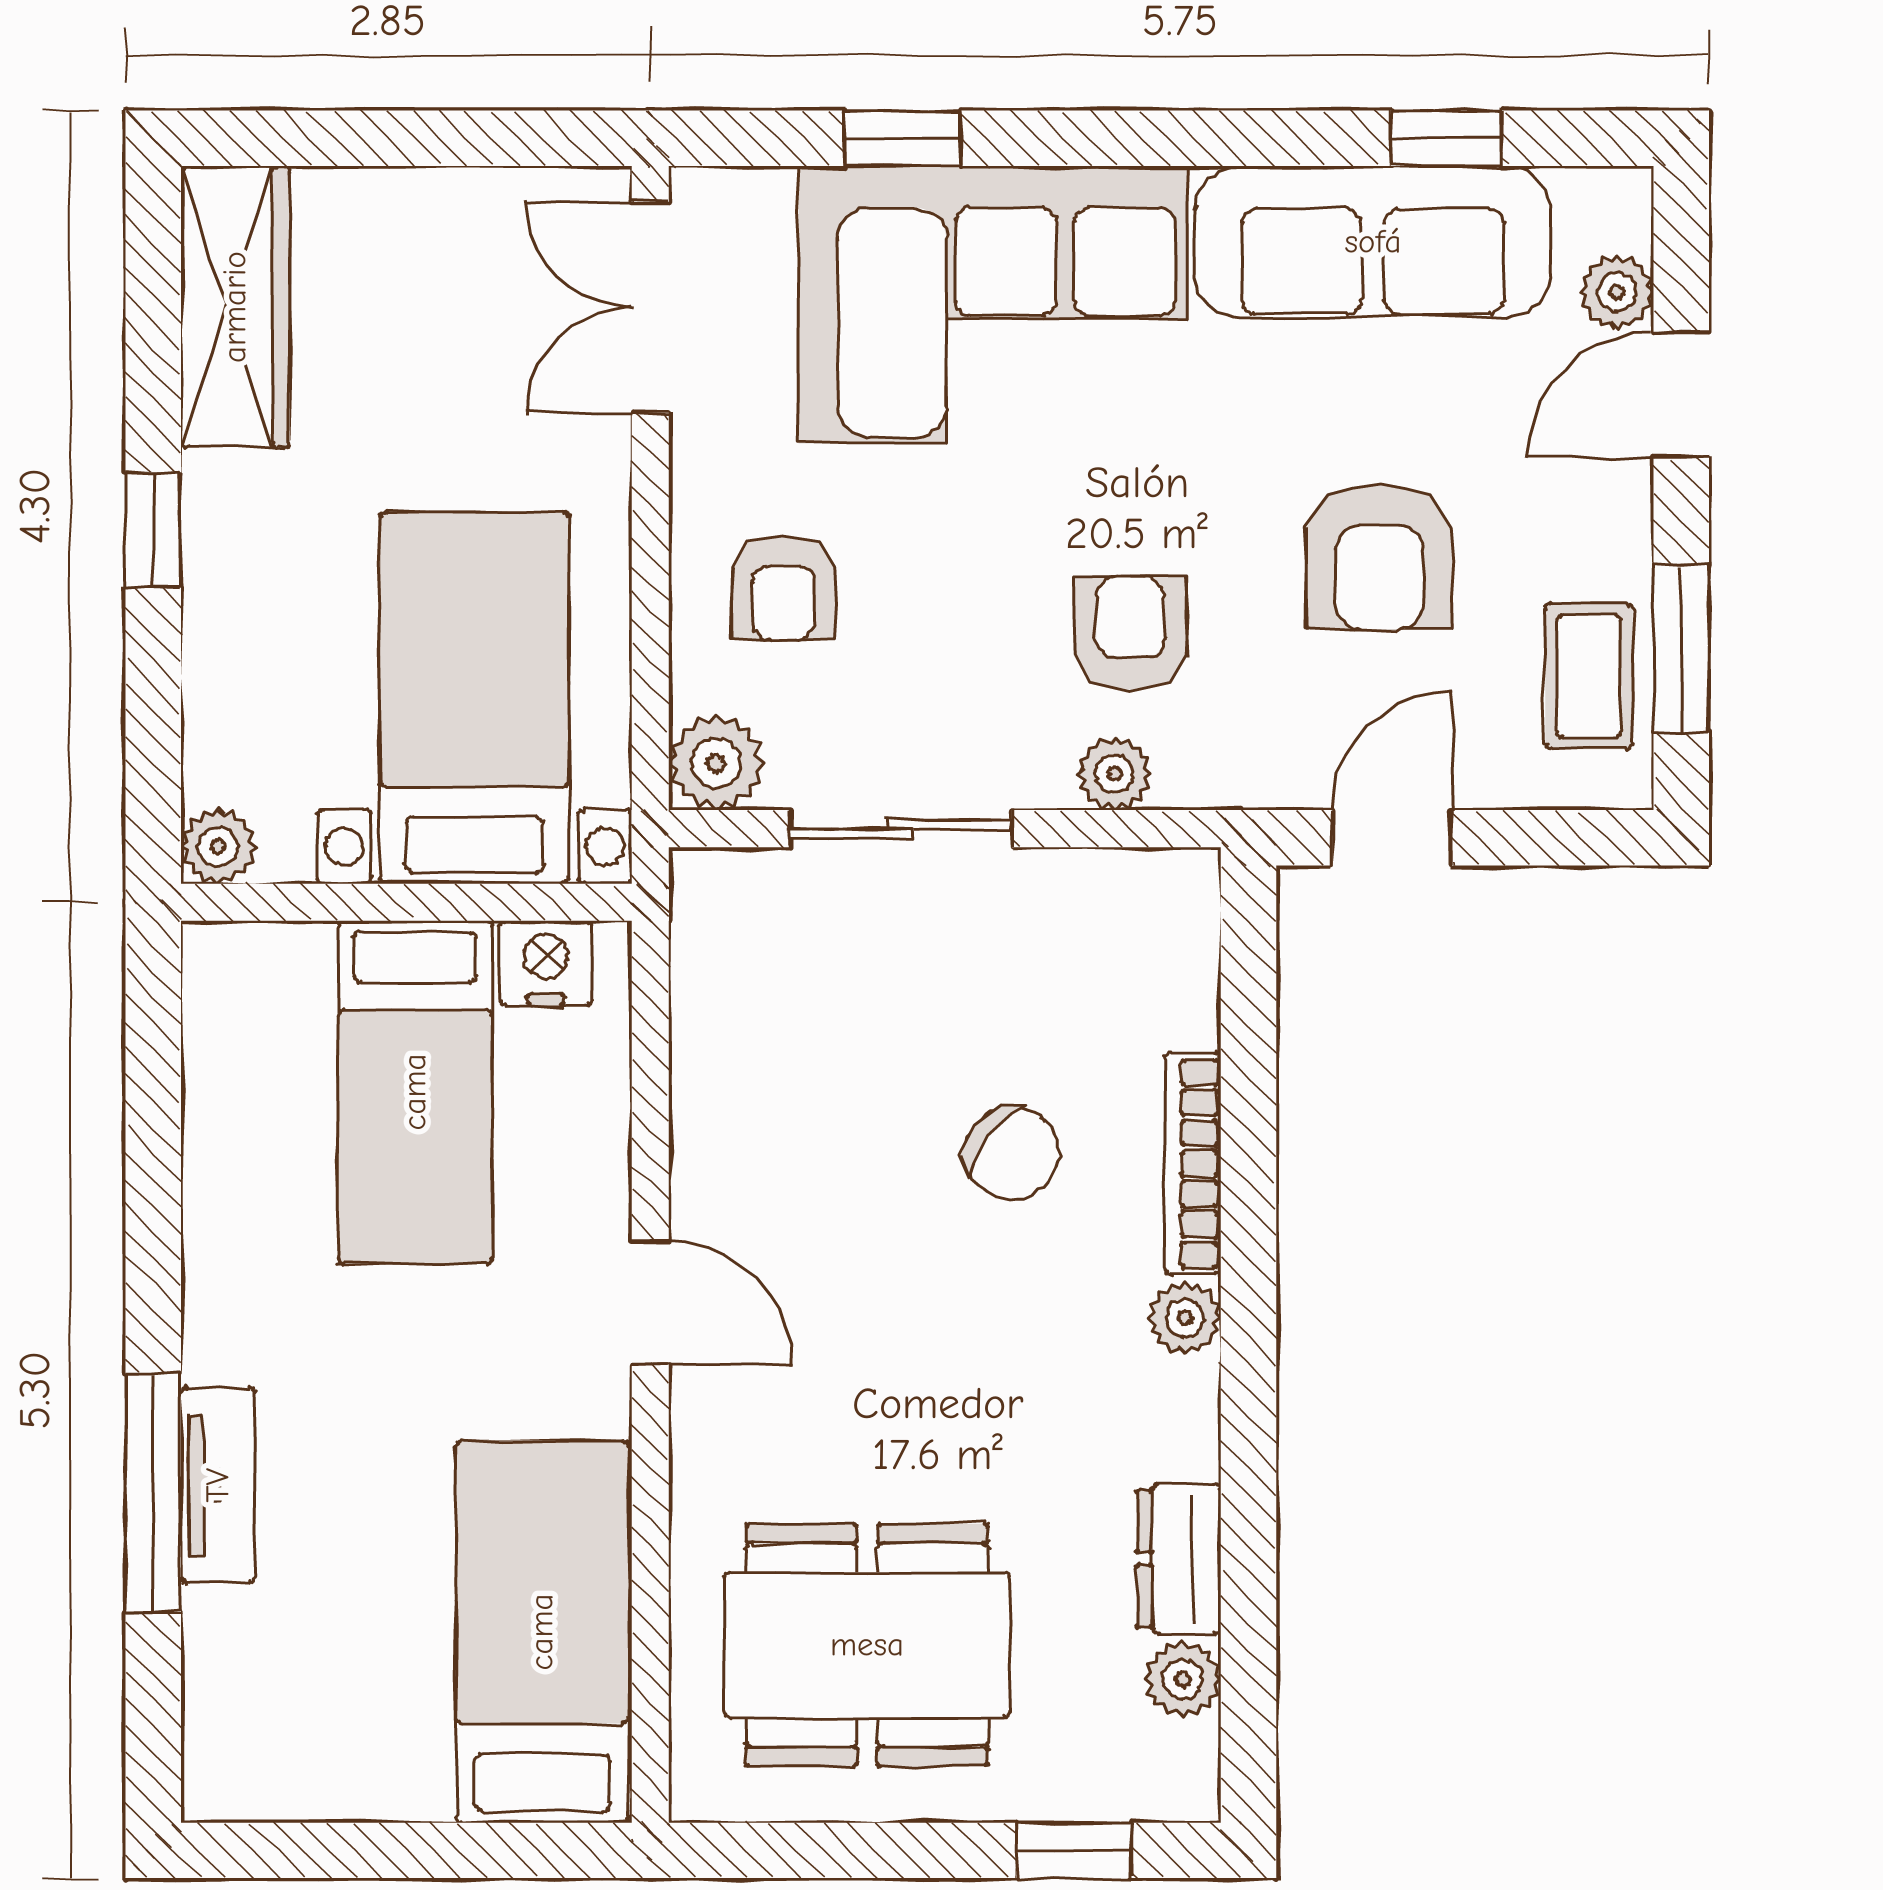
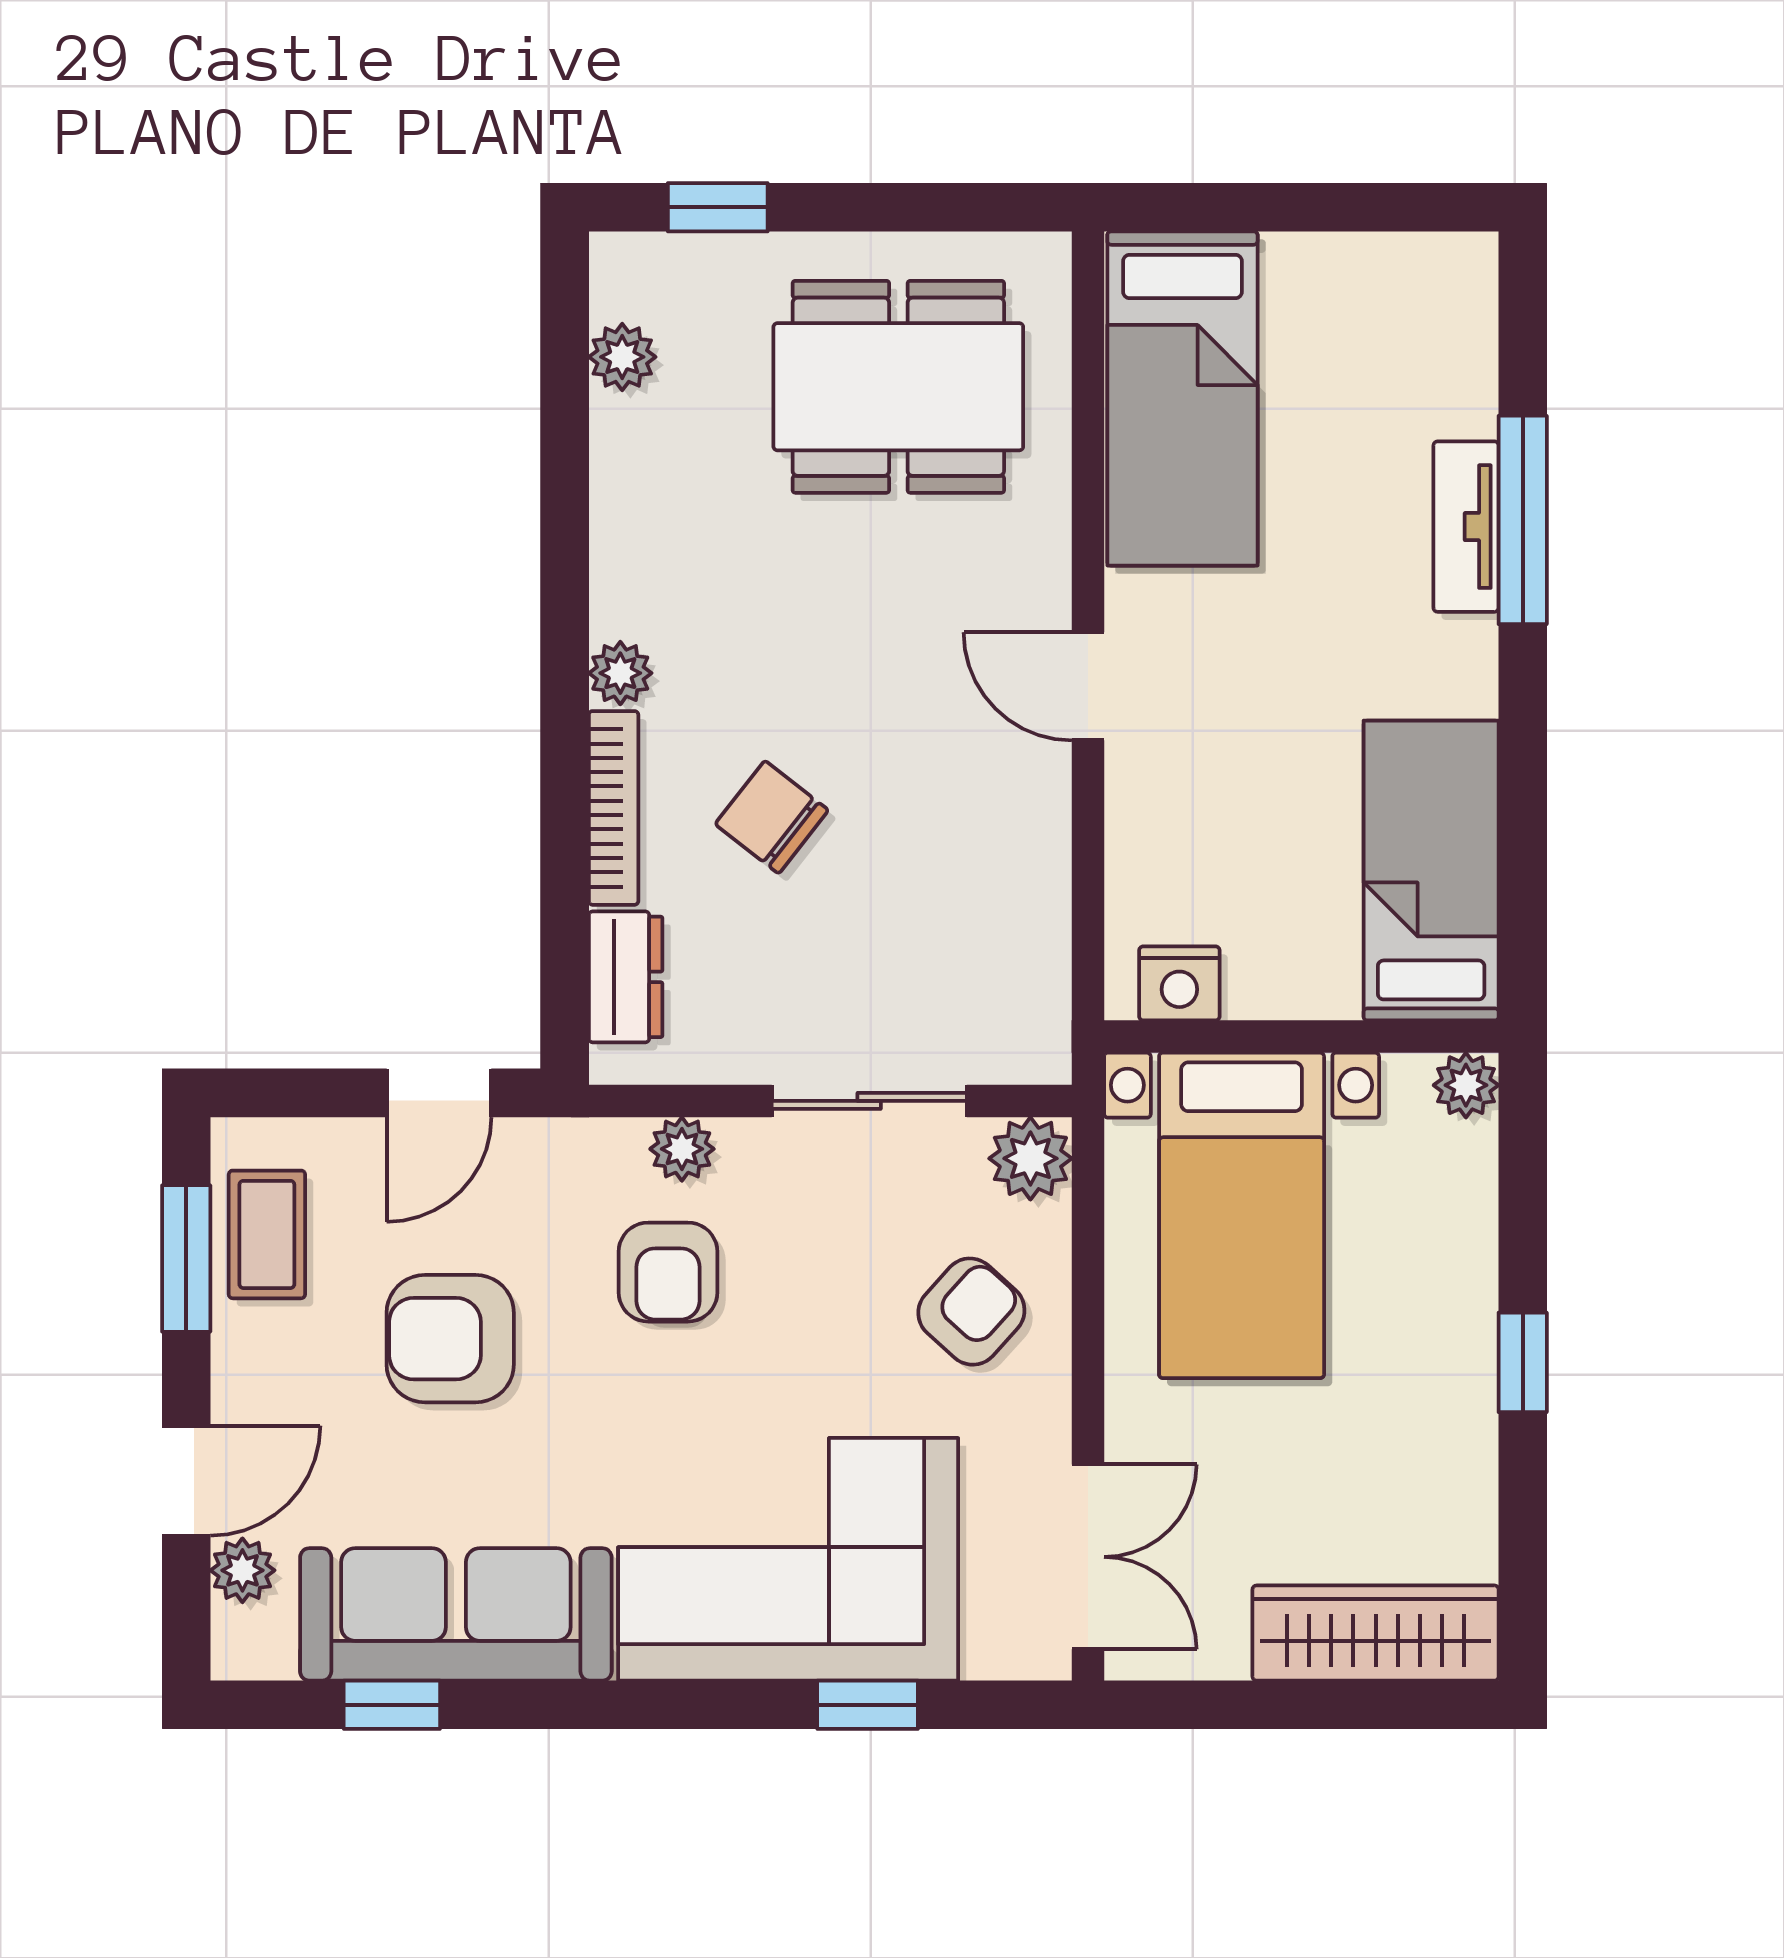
wardrobe: (235, 307) -> (1376, 1633), moved, turned 90
armchair: (1379, 557) -> (450, 1339), turned -90
armchair: (783, 588) -> (971, 1312), turned 42
bed: (415, 1092) -> (1431, 870), moved
dresser: (1179, 1559) -> (626, 977), moved

